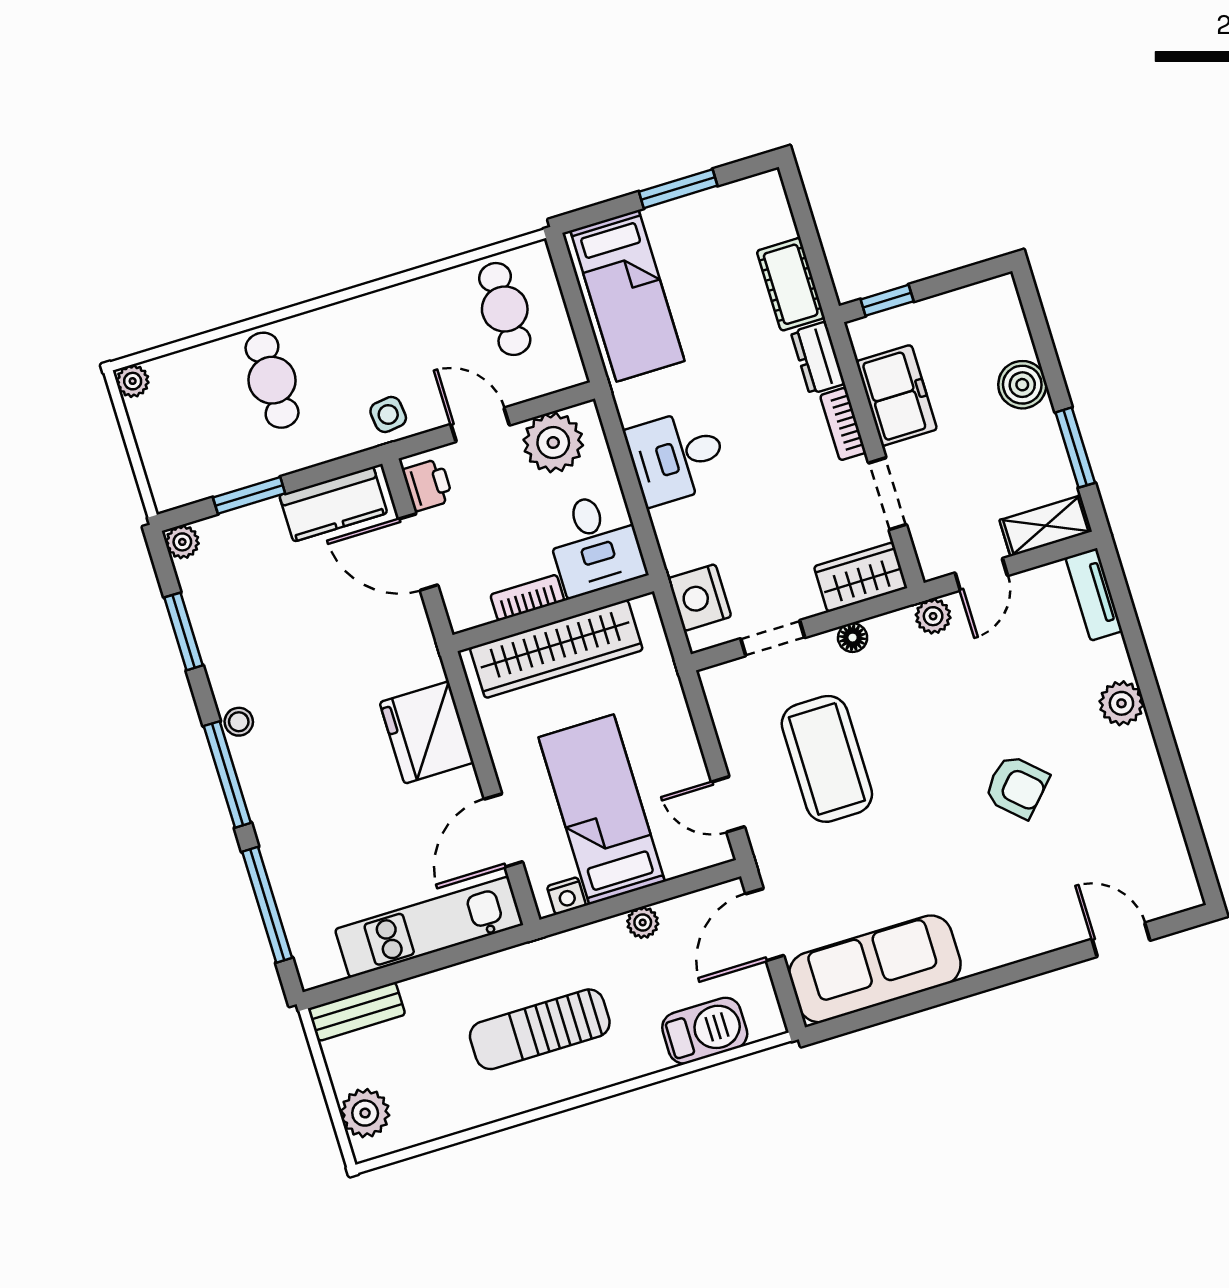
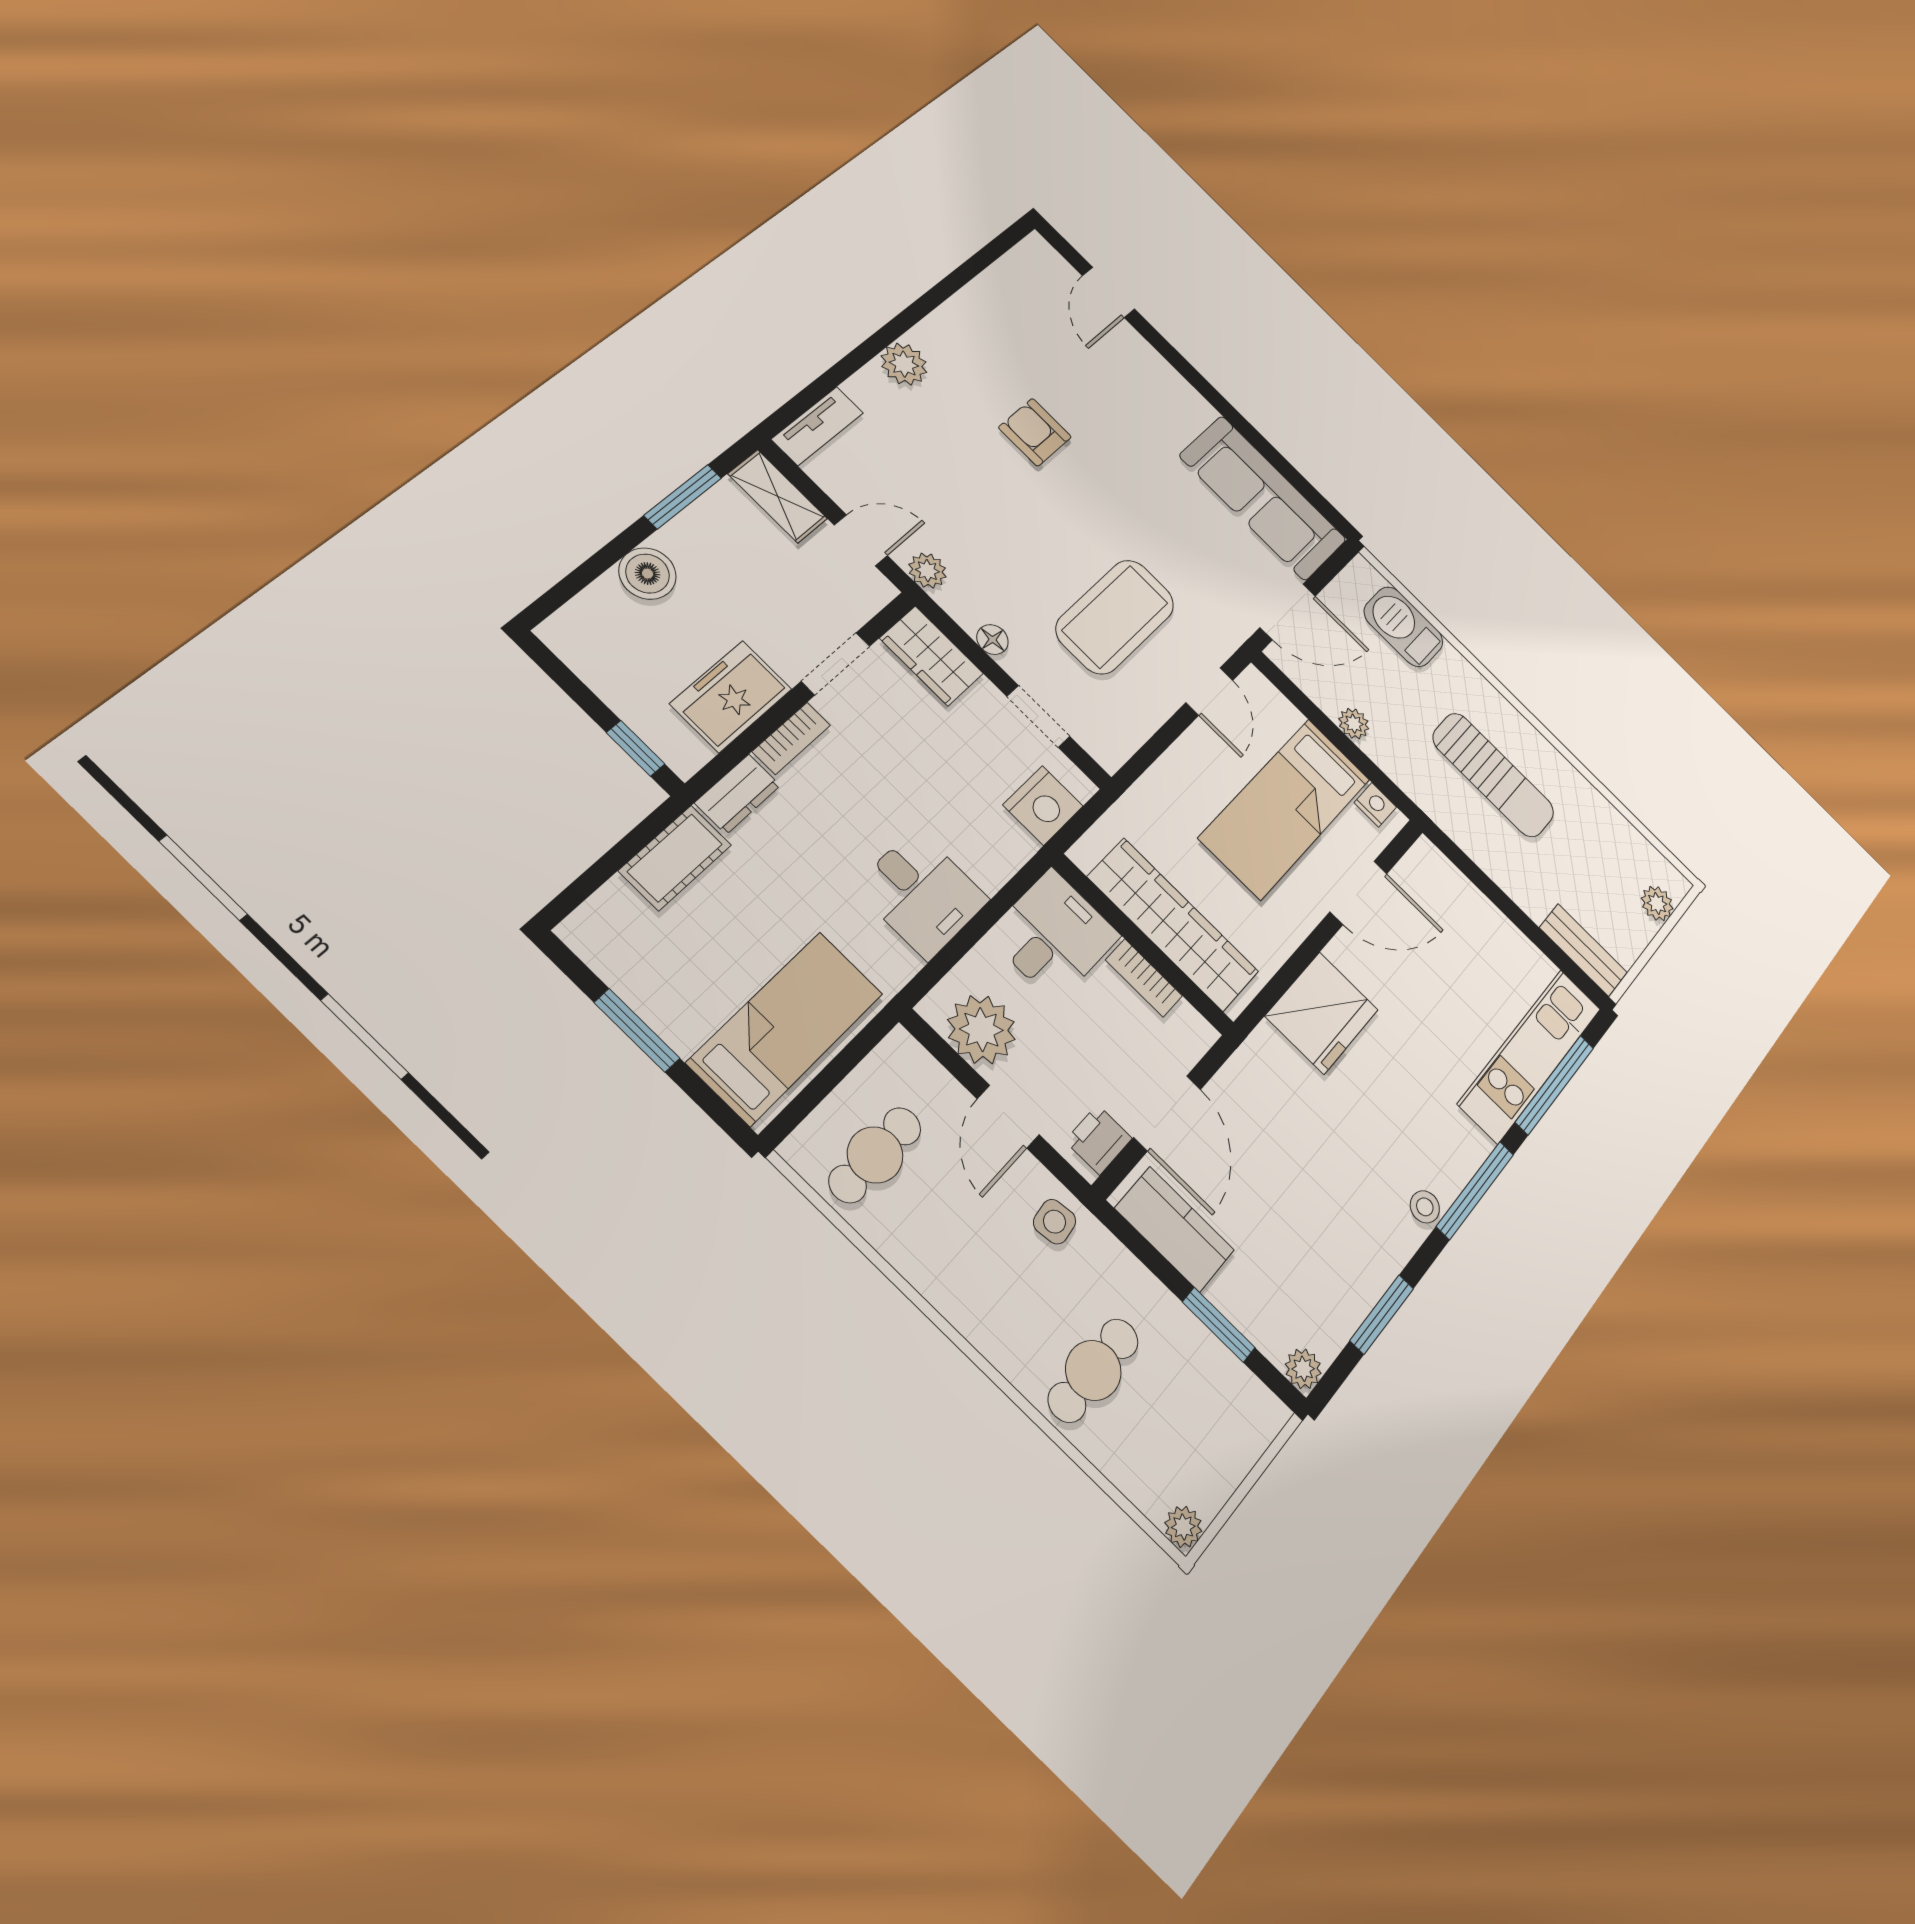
armchair: (1017, 787) -> (1035, 432), turned -43
kitchen unit: (429, 927) -> (1530, 1056), moved, turned 90
plant: (365, 1113) -> (1657, 903), width x0.73, depth x0.73

